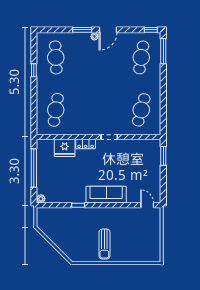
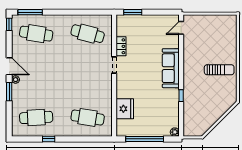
locker: (86, 144) -> (121, 46), moved

